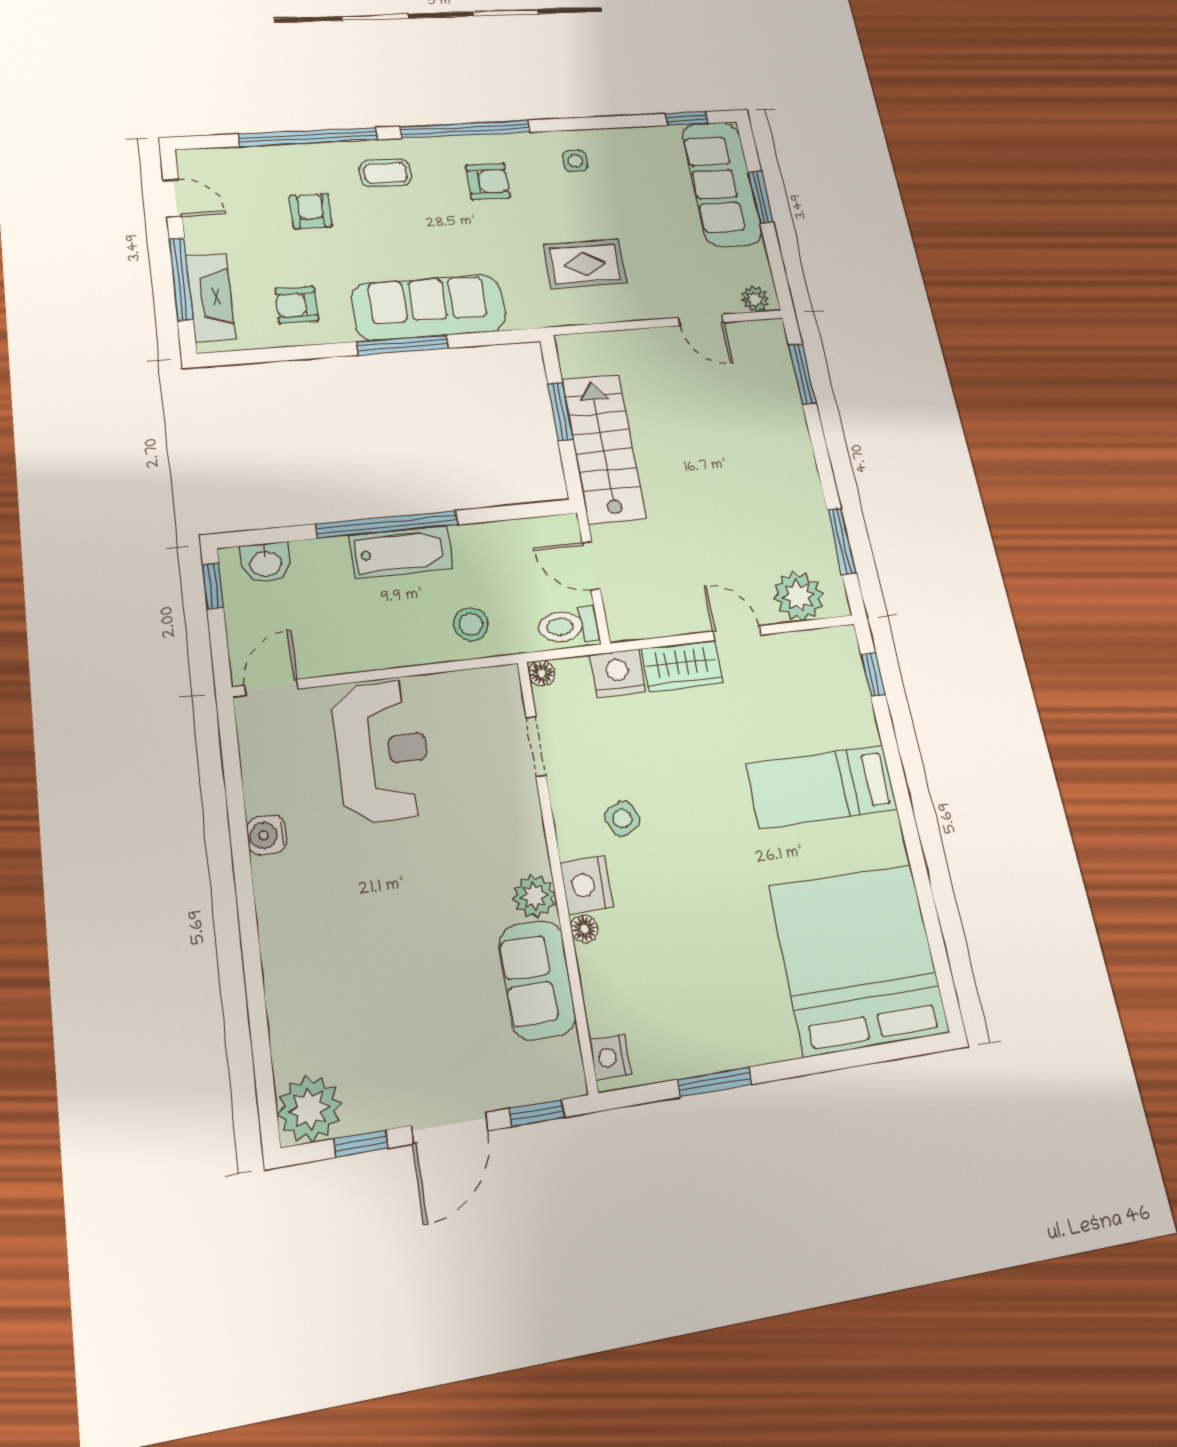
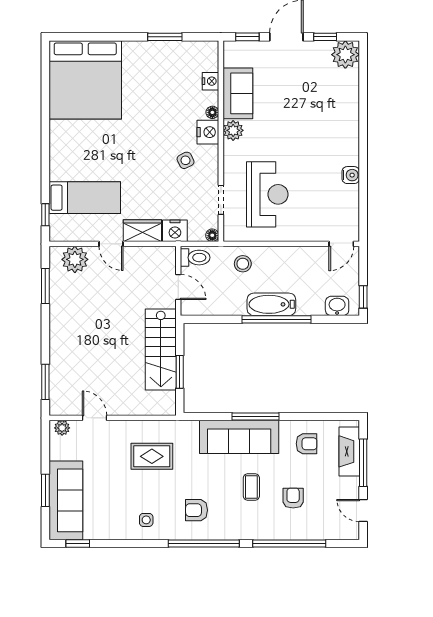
coffee table: (386, 173) -> (251, 487), moved, turned 90
armchair: (311, 211) -> (293, 498), turned 180
reception desk: (382, 751) -> (267, 194), moved, turned 180
bed: (822, 787) -> (85, 198), moved
nightstand: (610, 1057) -> (210, 81), moved

